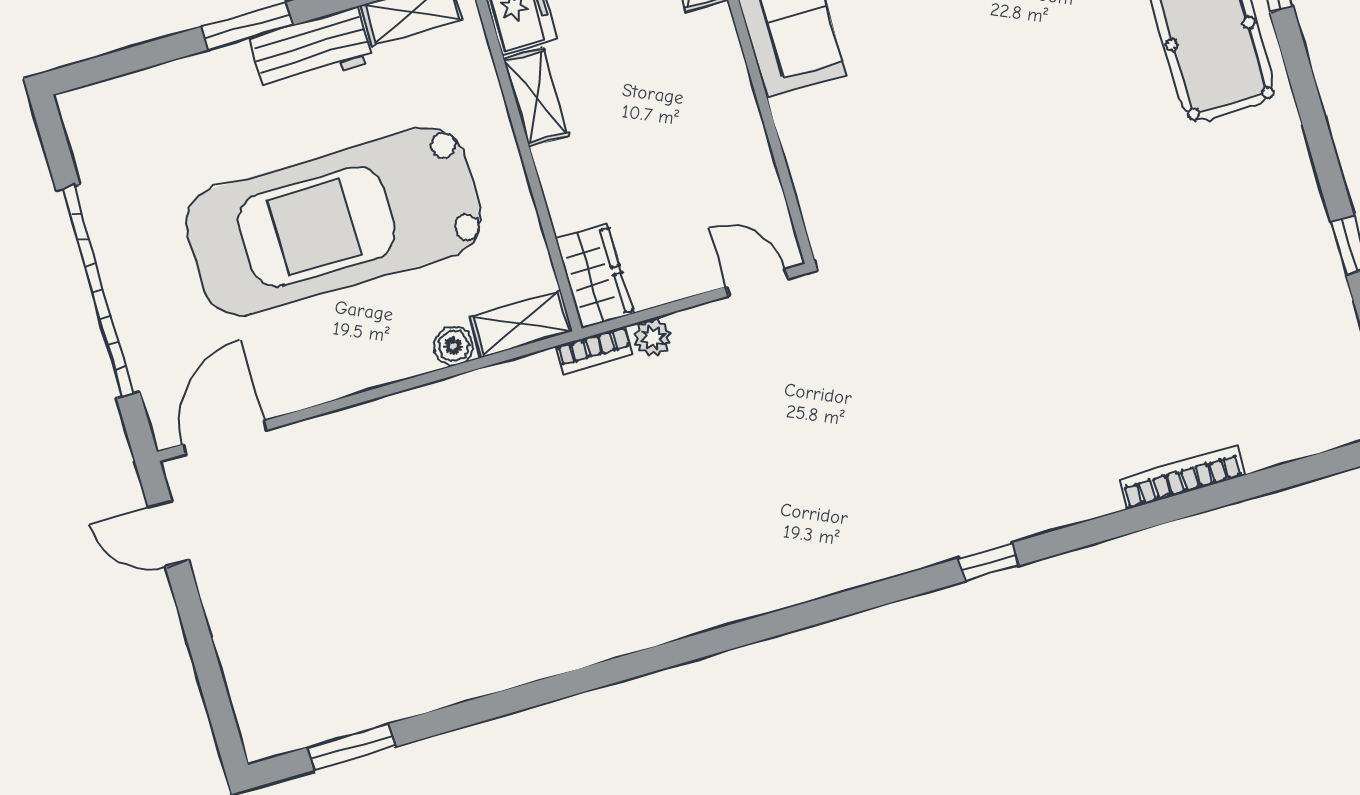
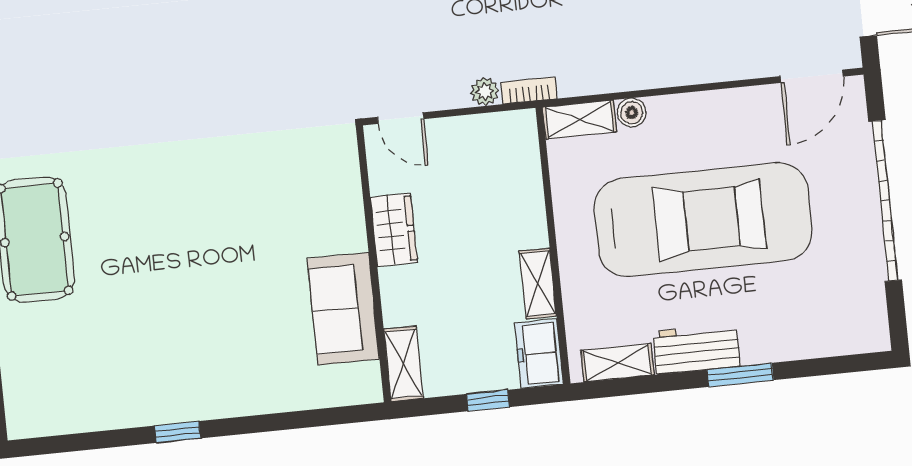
wardrobe: (595, 276) -> (394, 230), moved, turned 180

